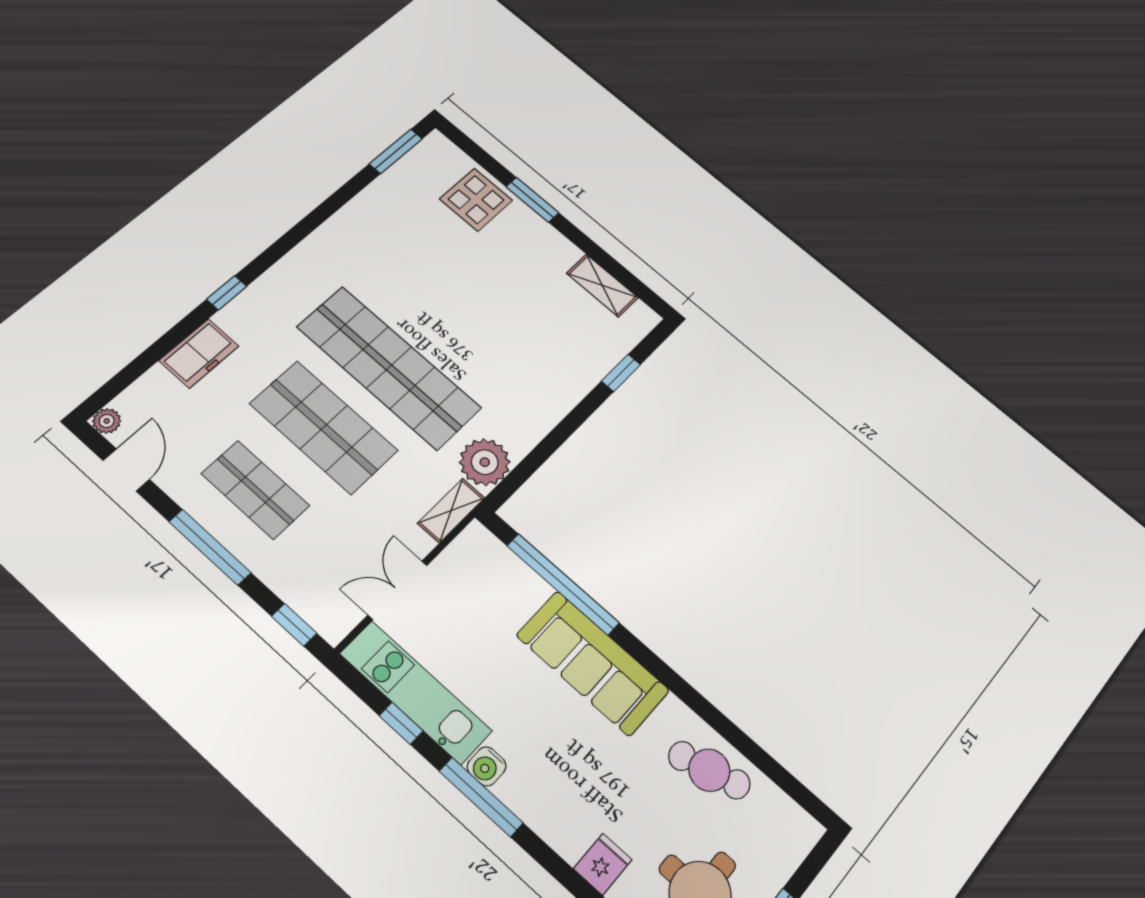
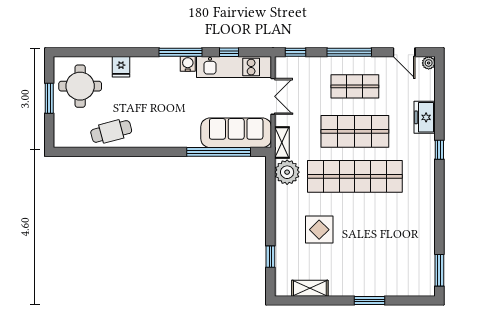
display table: (476, 200) -> (319, 230), moved
sofa: (593, 663) -> (236, 133), moved

